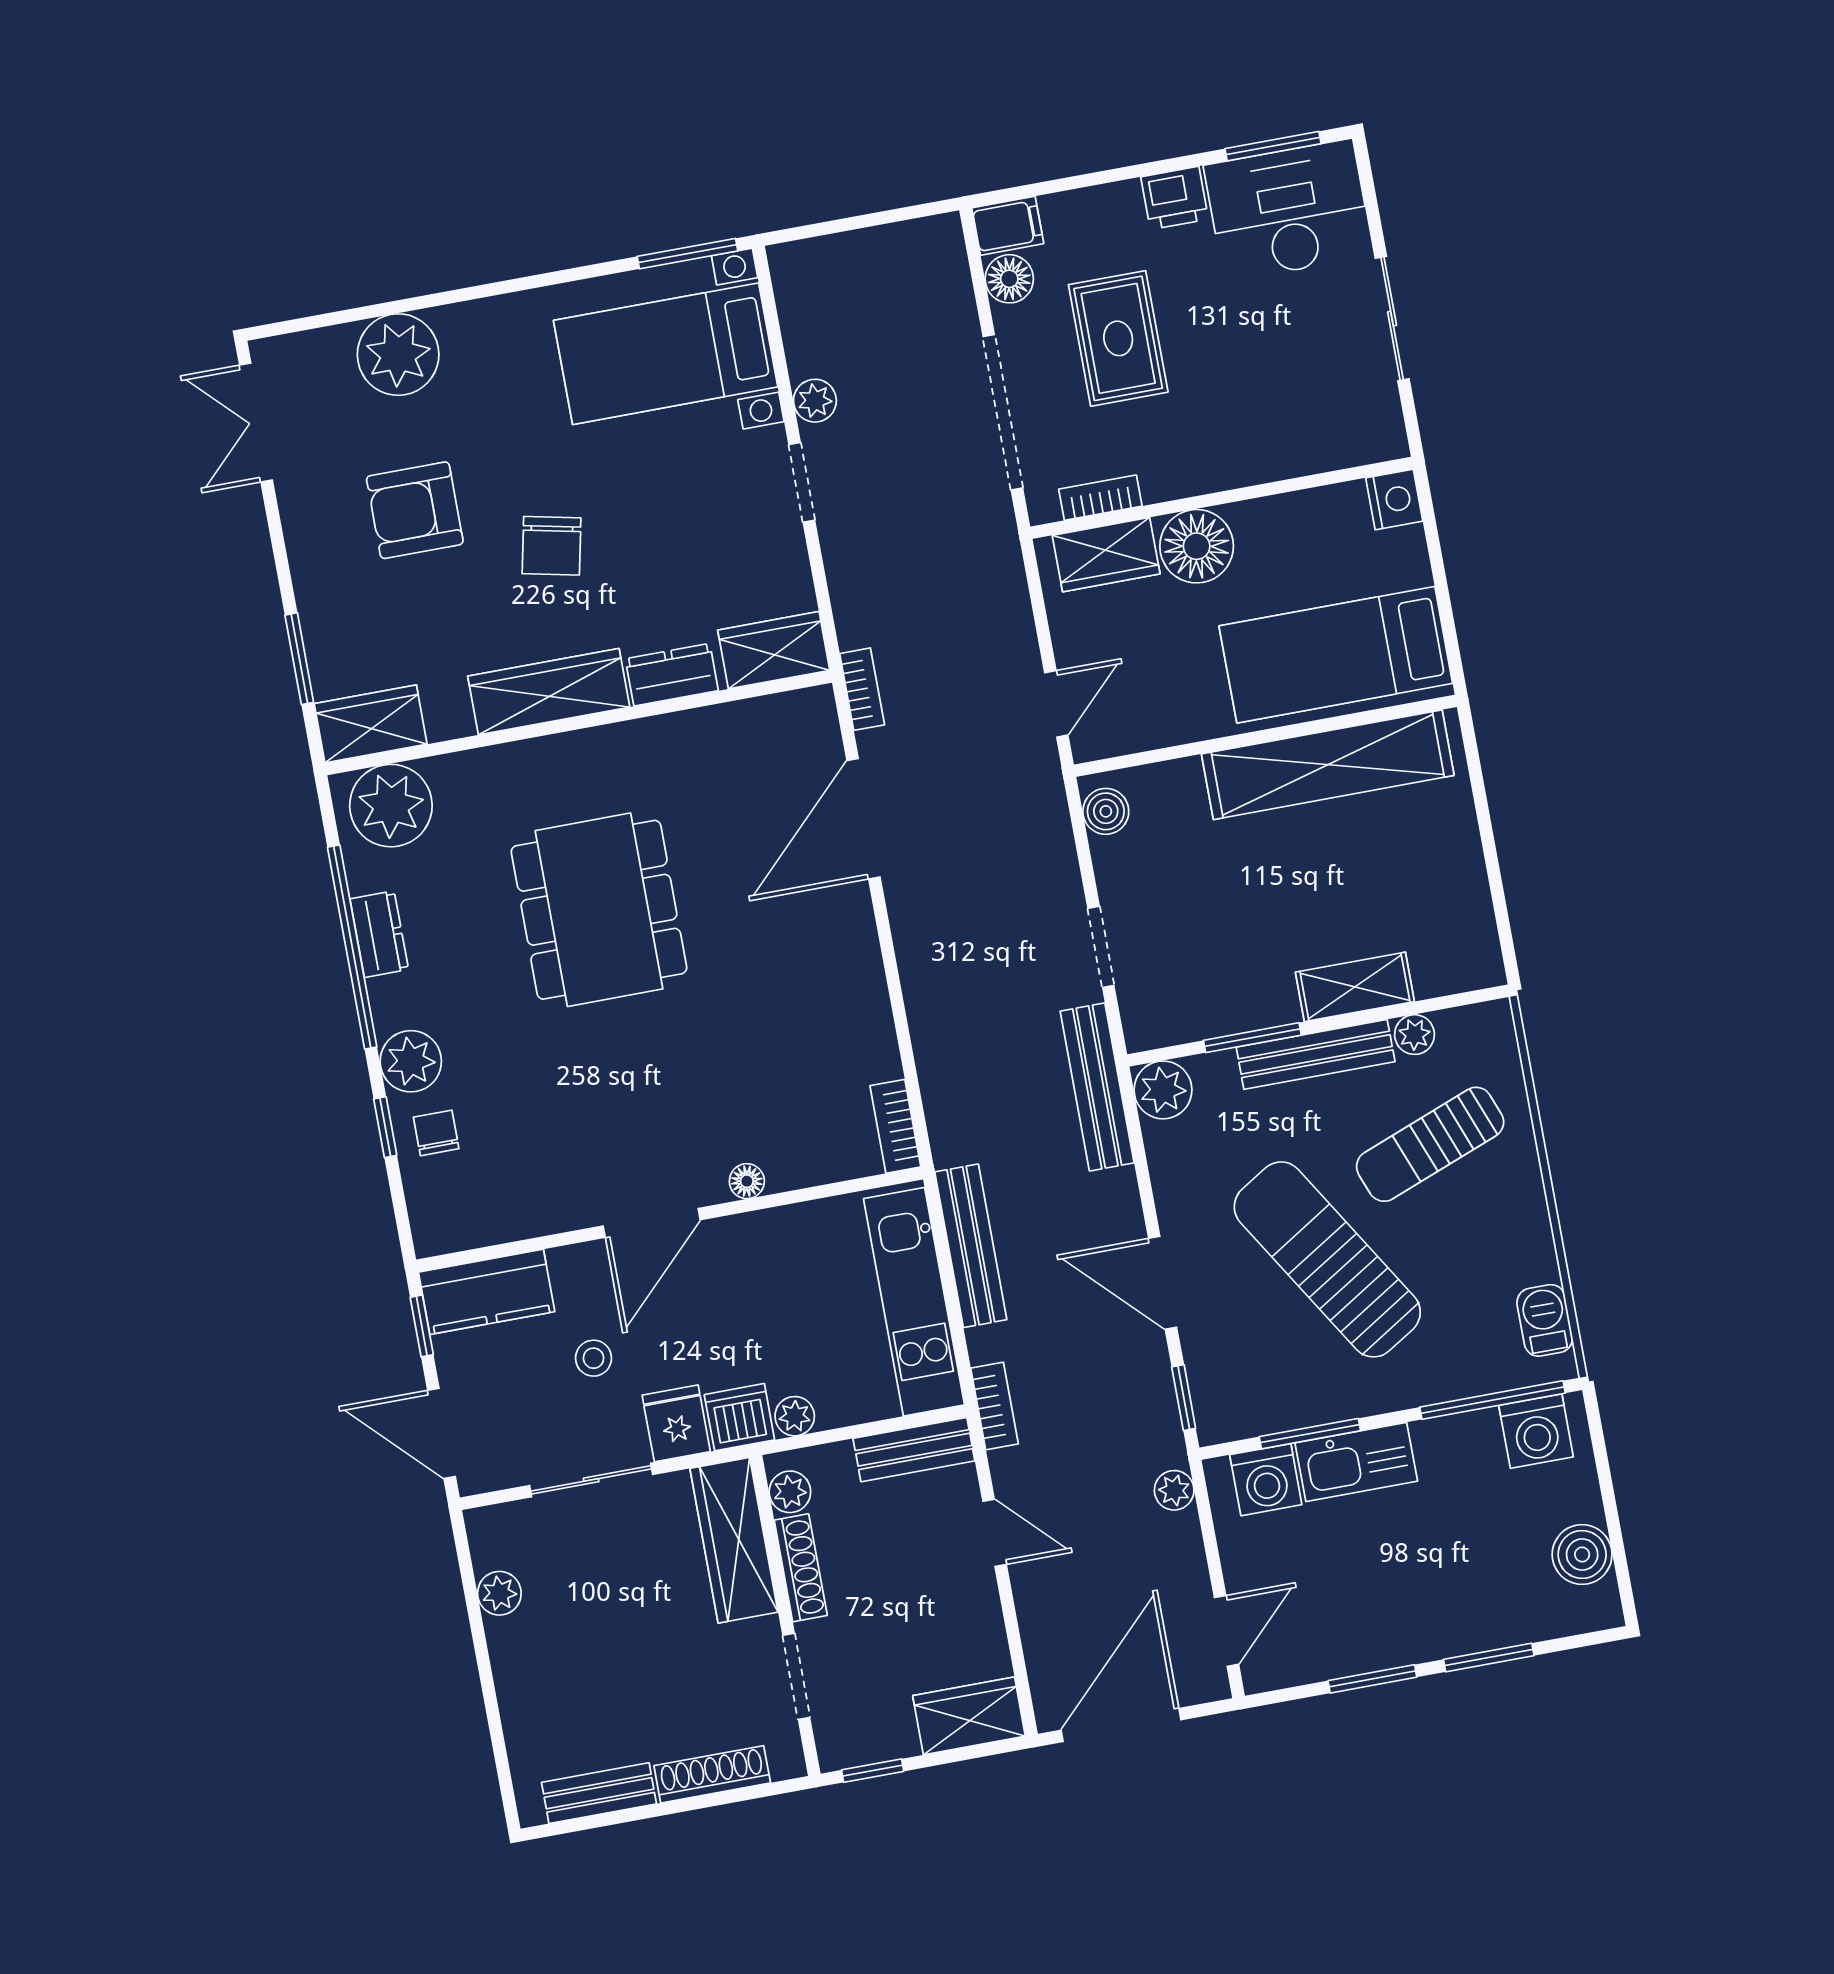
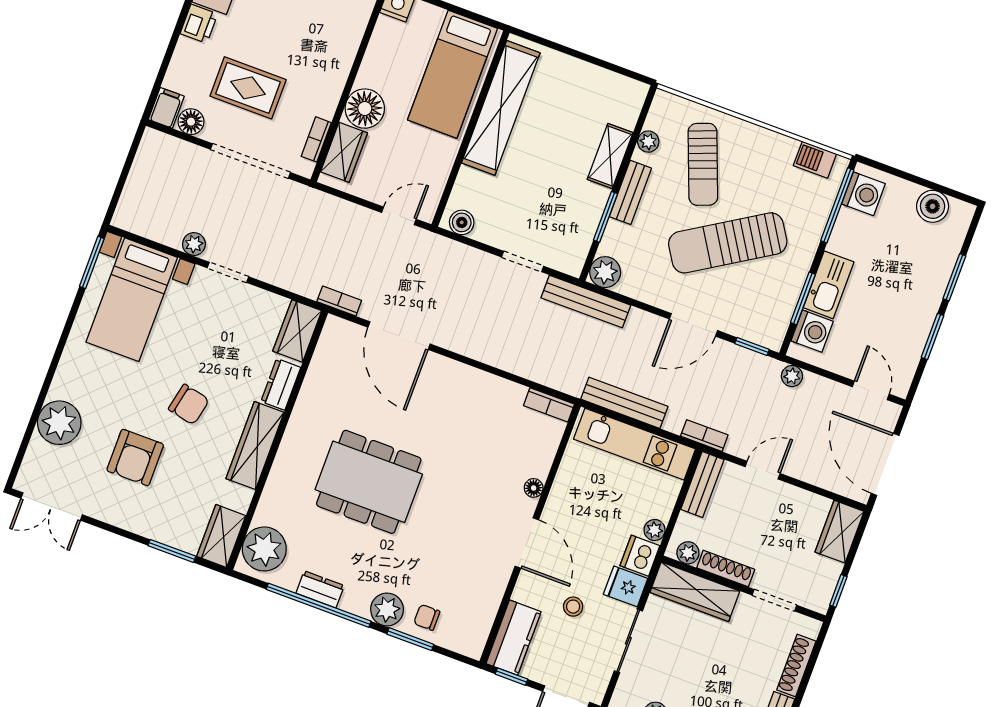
door: (1056, 704) -> (399, 216), hinge flipped
bench: (1316, 1054) -> (630, 192), width x0.73
window: (385, 1127) -> (410, 639), width x1.50

